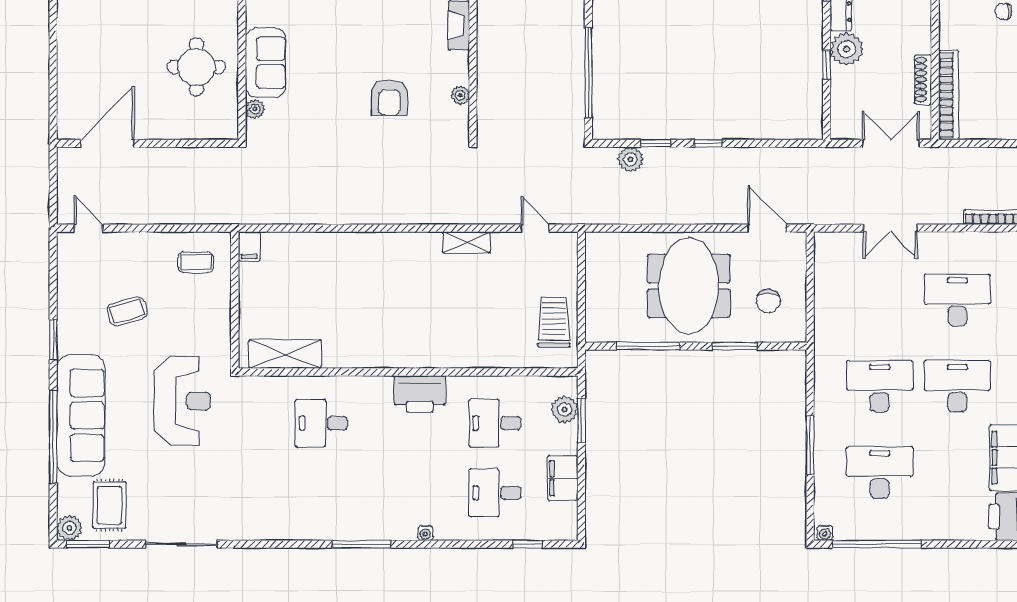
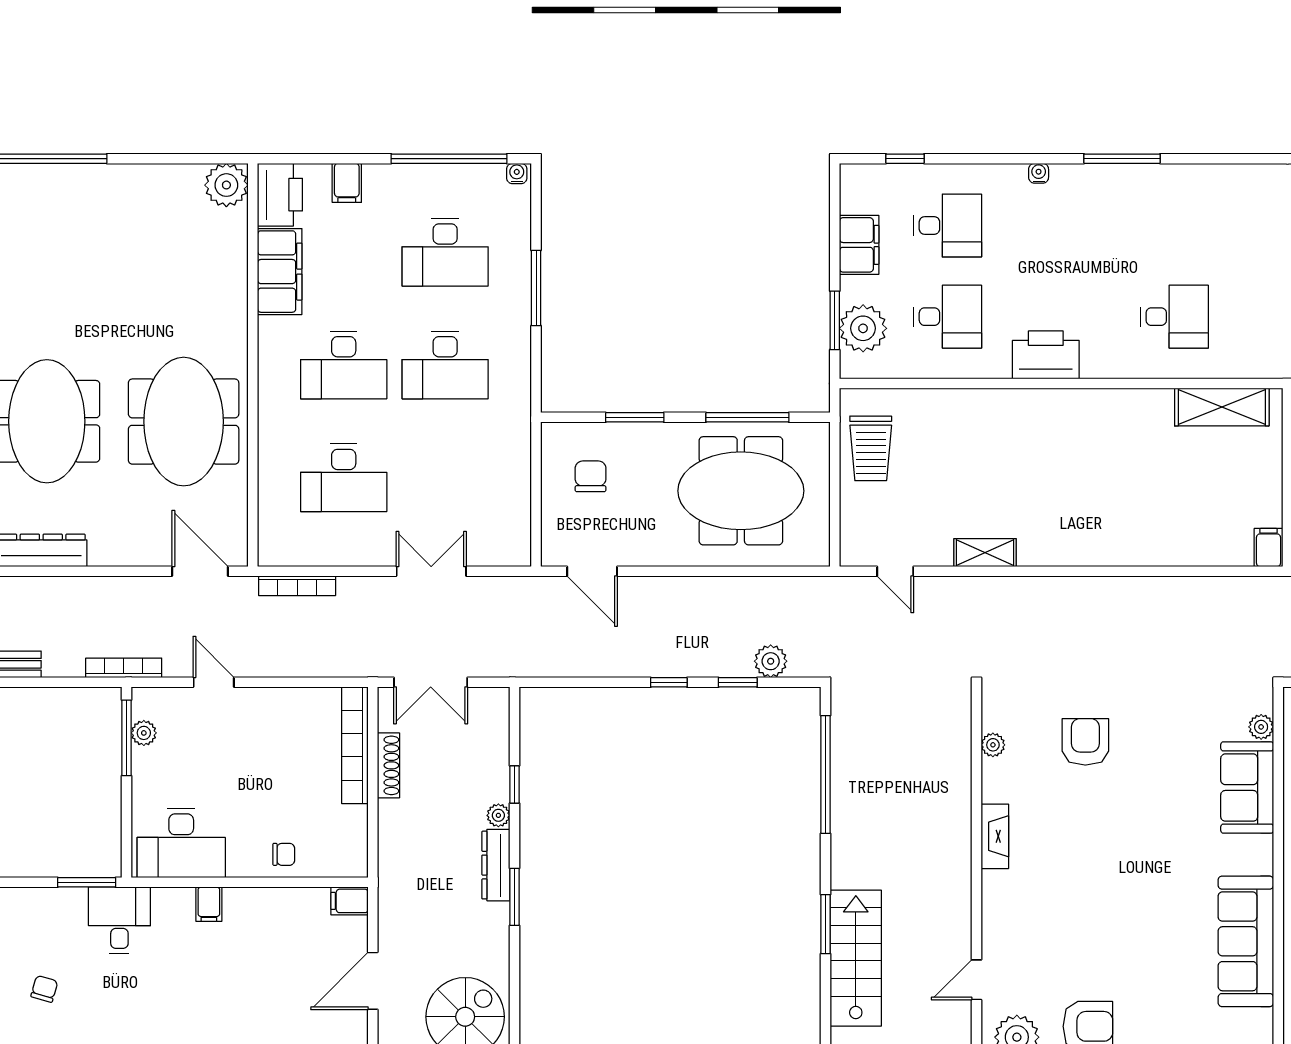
plant: (847, 49) -> (498, 815), width x0.53, depth x0.53
meeting table: (689, 286) -> (741, 491), moved, turned 90
plant: (565, 409) -> (863, 328), width x1.36, depth x1.36
filing cabinet: (955, 526) -> (347, 183), added

